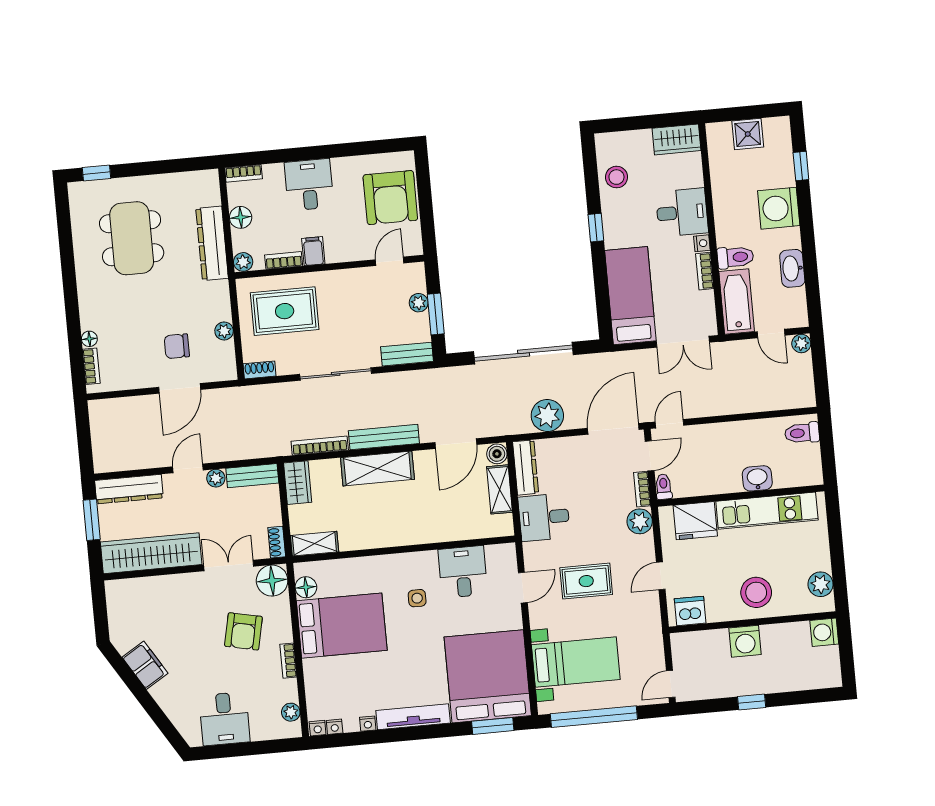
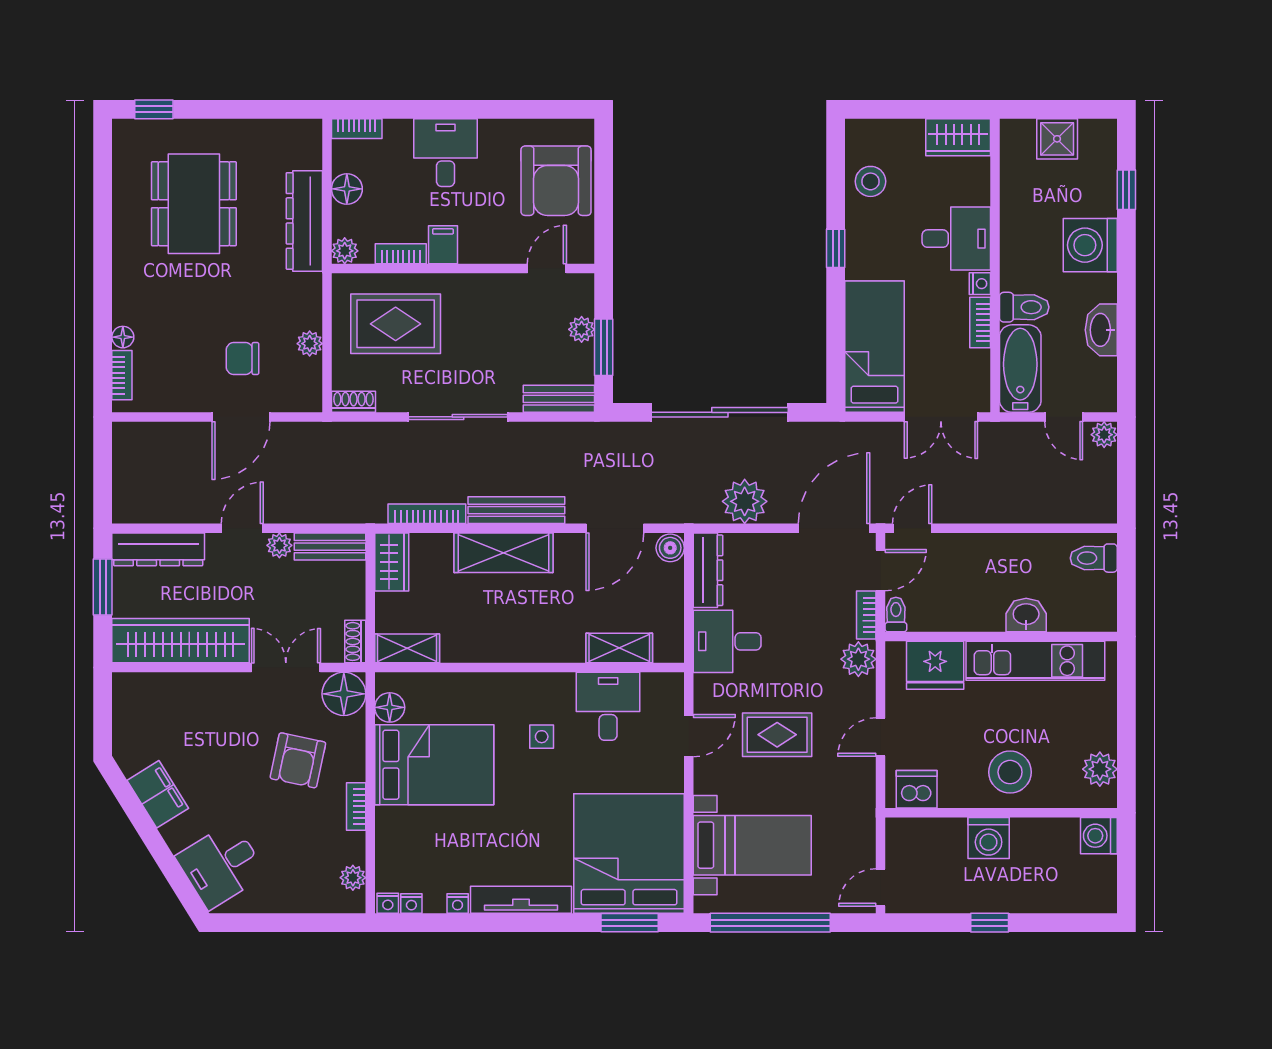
shelving: (500, 489) -> (619, 648), moved, turned 90
desk: (224, 719) -> (221, 865), moved, turned 58

